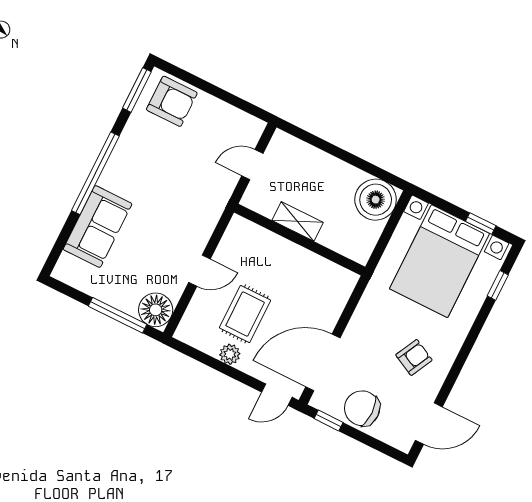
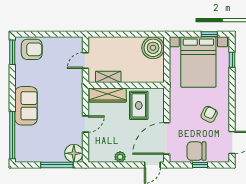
window: (95, 173) -> (12, 135), moved
shelving: (298, 221) -> (108, 77), moved
sofa: (98, 227) -> (26, 106), moved
wardrobe: (261, 241) -> (108, 95), added
rug: (245, 314) -> (139, 105), moved
window: (329, 420) -> (200, 165), moved

